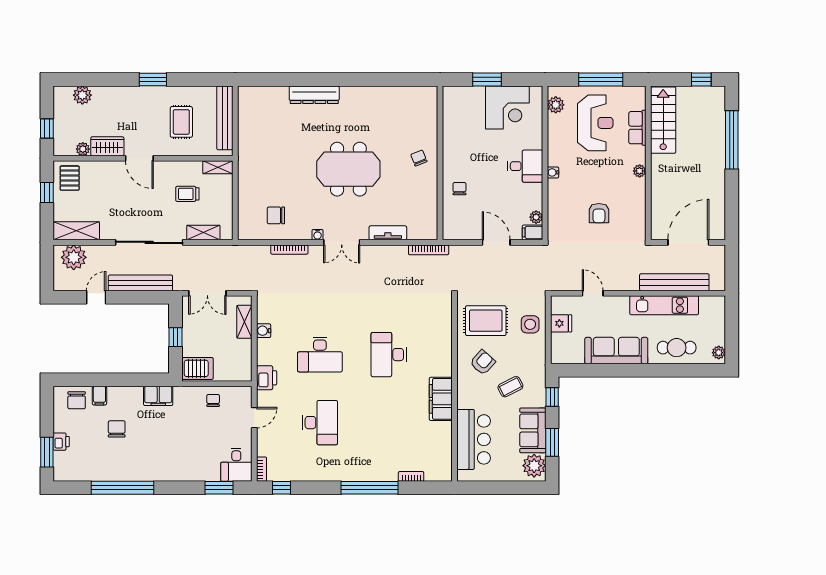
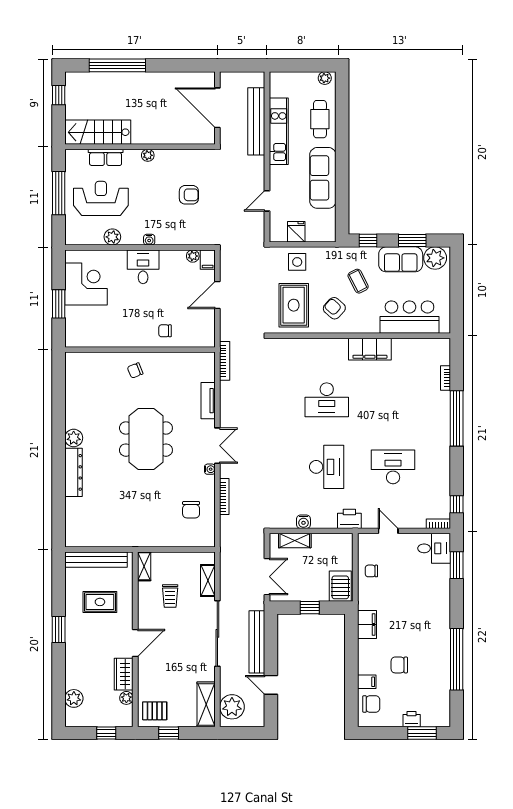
plant: (350, 95) -> (74, 438), added
plant: (556, 105) -> (112, 237), moved

